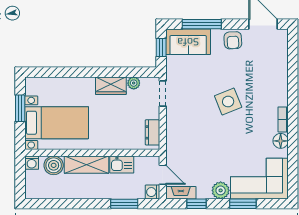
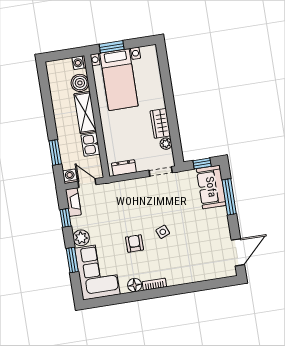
armchair: (233, 40) -> (134, 243), moved, turned 93
side table: (228, 102) -> (163, 232), width x0.54, depth x0.54
window: (20, 108) -> (112, 47), moved
door: (163, 175) -> (87, 183), swing flipped

